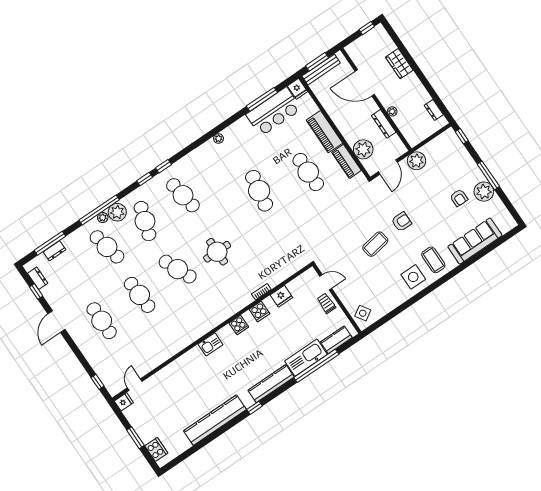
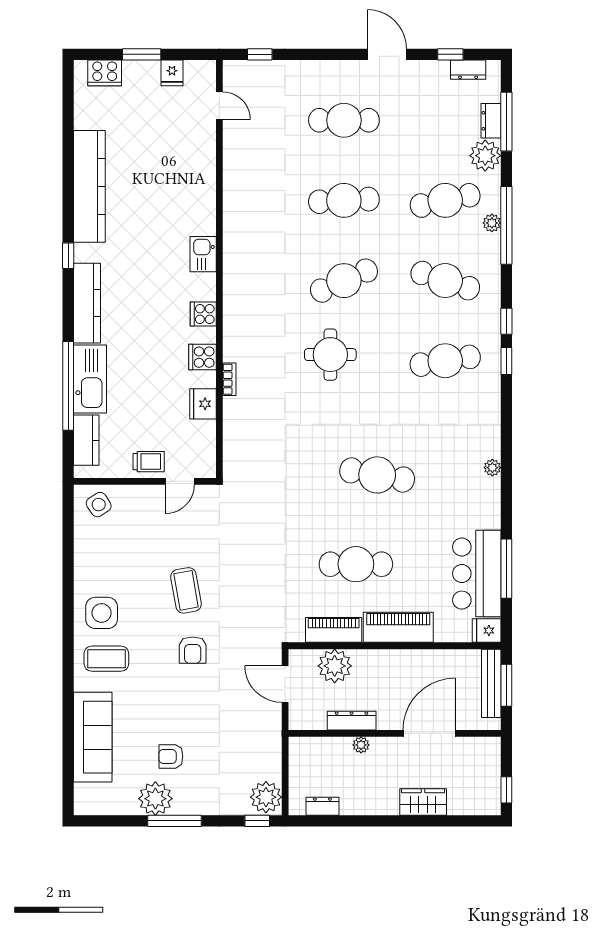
plant: (416, 161) -> (266, 797), moved
plant: (117, 212) -> (485, 156), moved
fridge: (124, 402) -> (172, 73), moved

